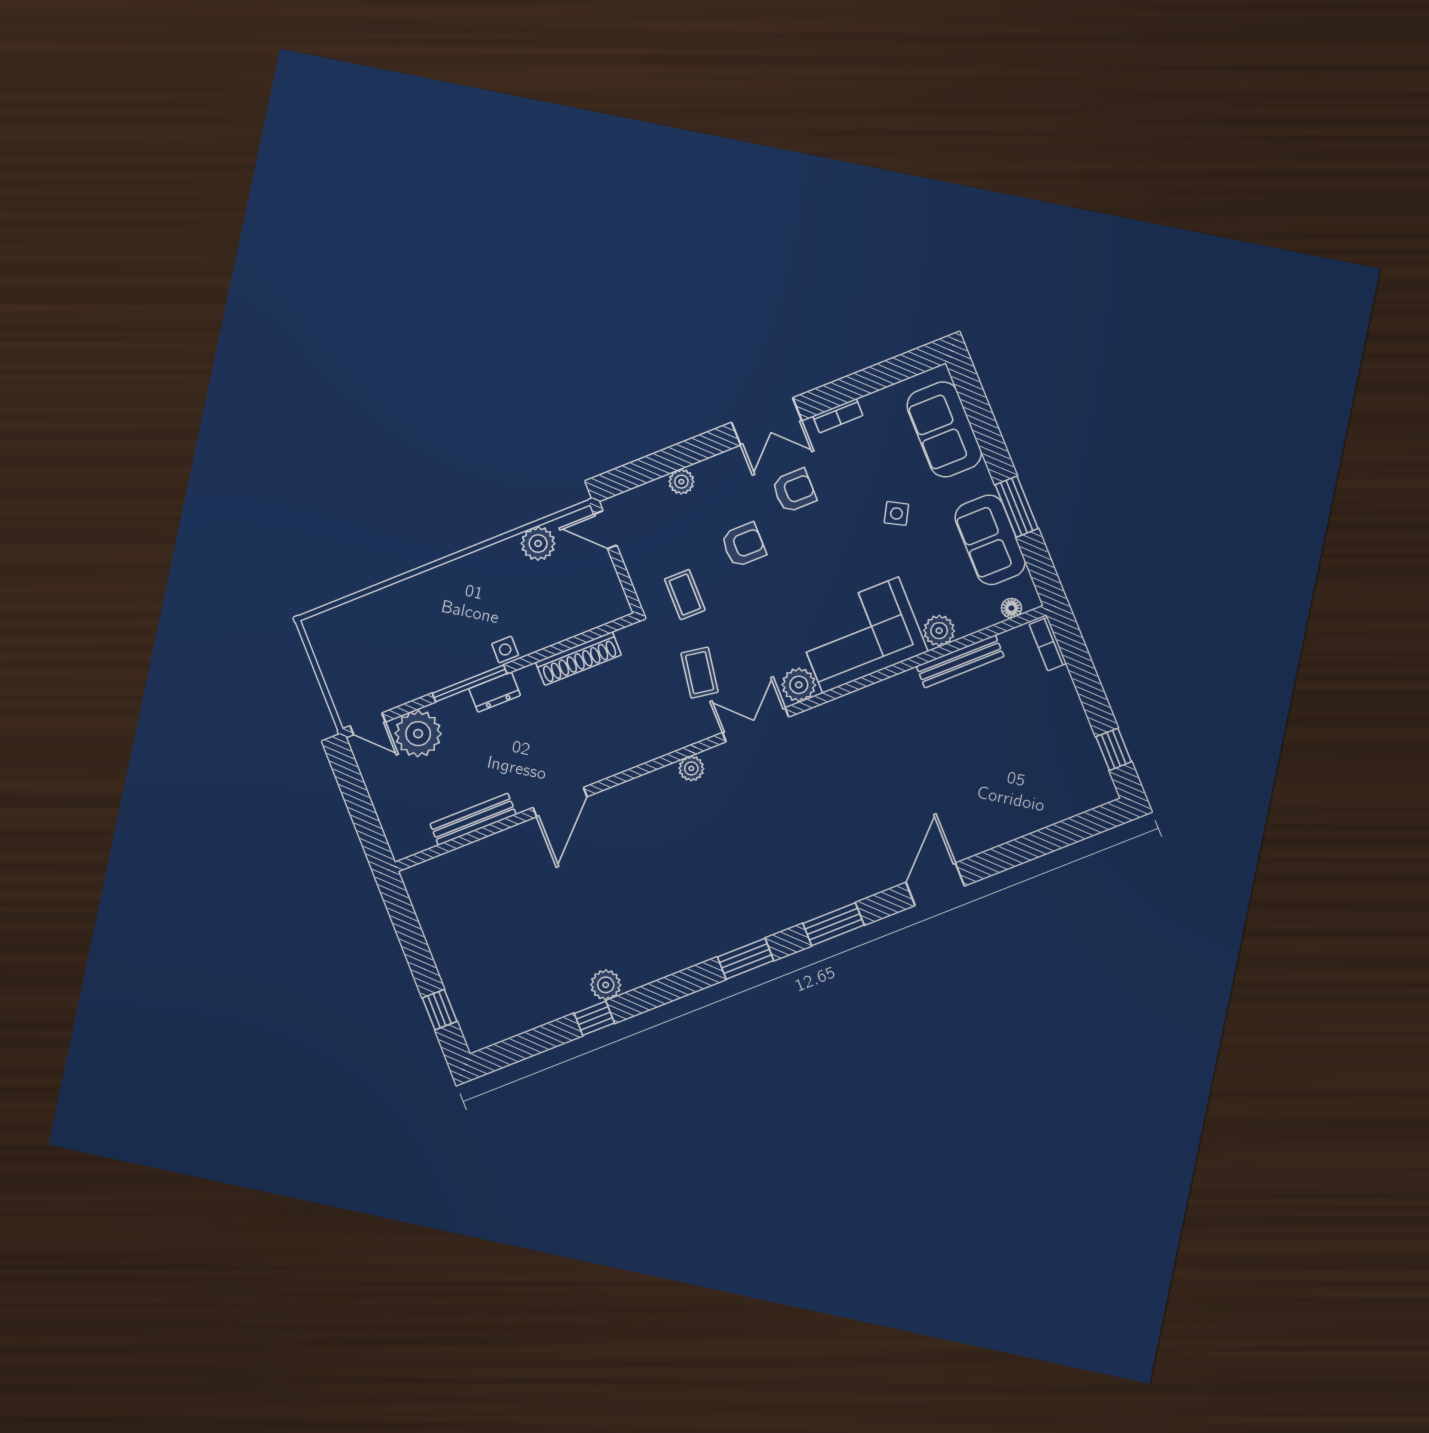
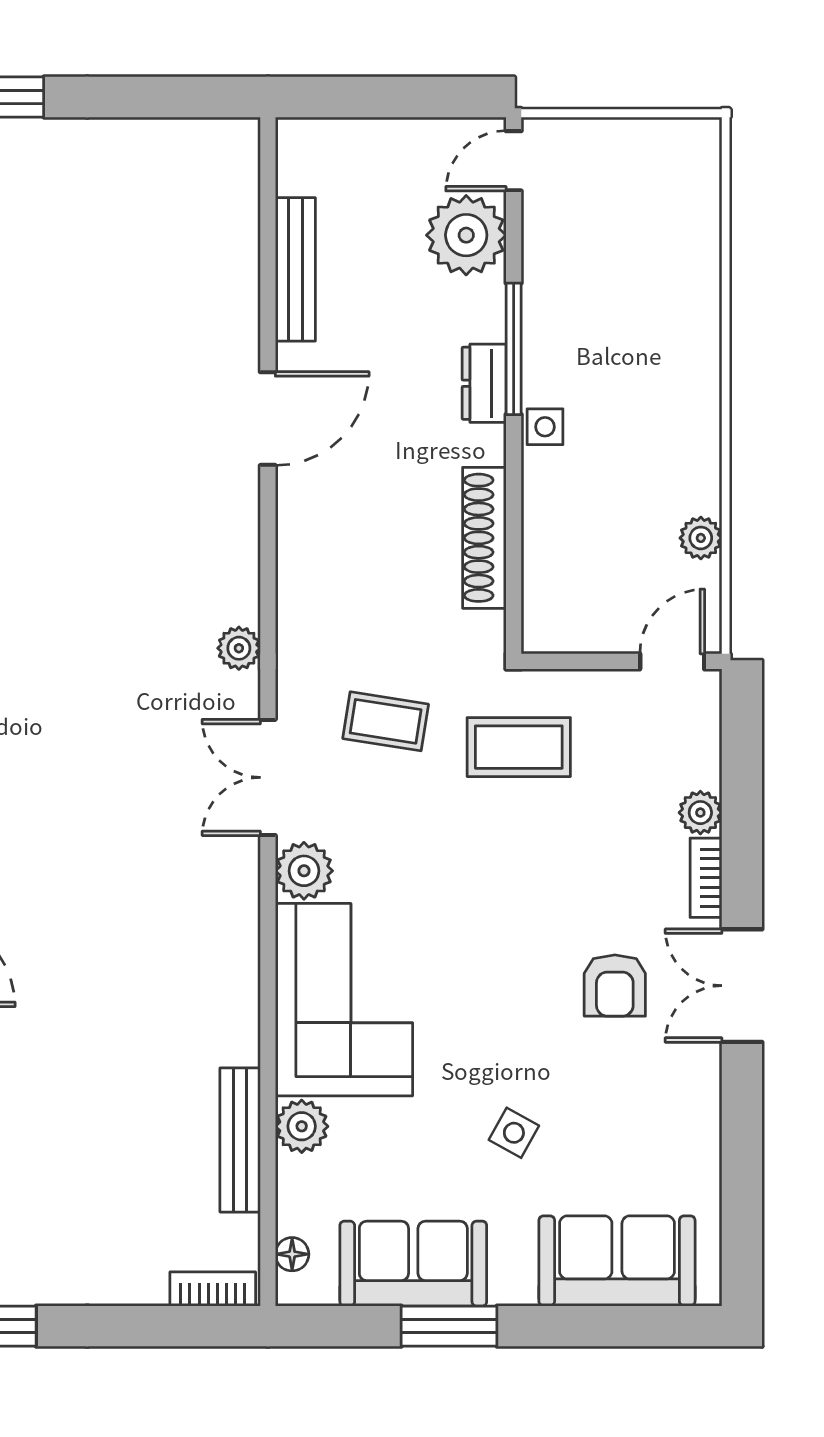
bookcase: (838, 416) -> (706, 878), moved
plant: (538, 543) -> (701, 538), width x0.73, depth x0.73
armchair: (743, 545) -> (561, 871), removed
coffee table: (685, 595) -> (519, 747), width x1.36, depth x1.30
double door: (756, 725) -> (268, 777), swing flipped
door: (560, 802) -> (268, 419), swing flipped

